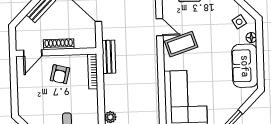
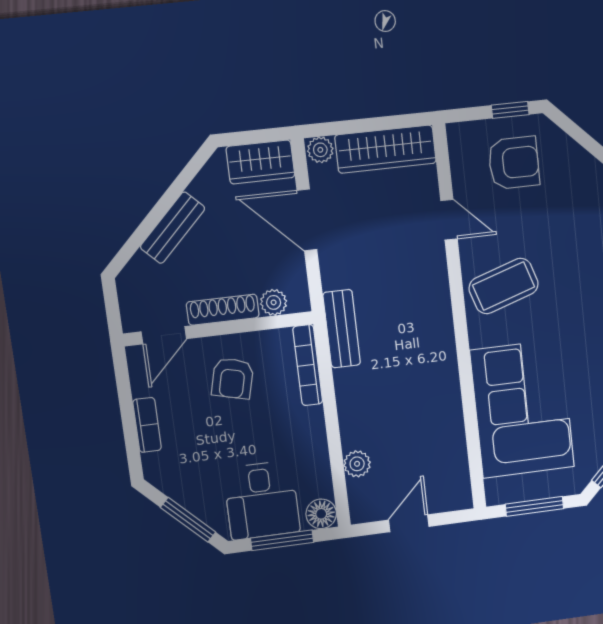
door: (160, 27) -> (449, 220), moved
plant: (81, 43) -> (274, 302), added
bookcase: (22, 91) -> (147, 425), added

